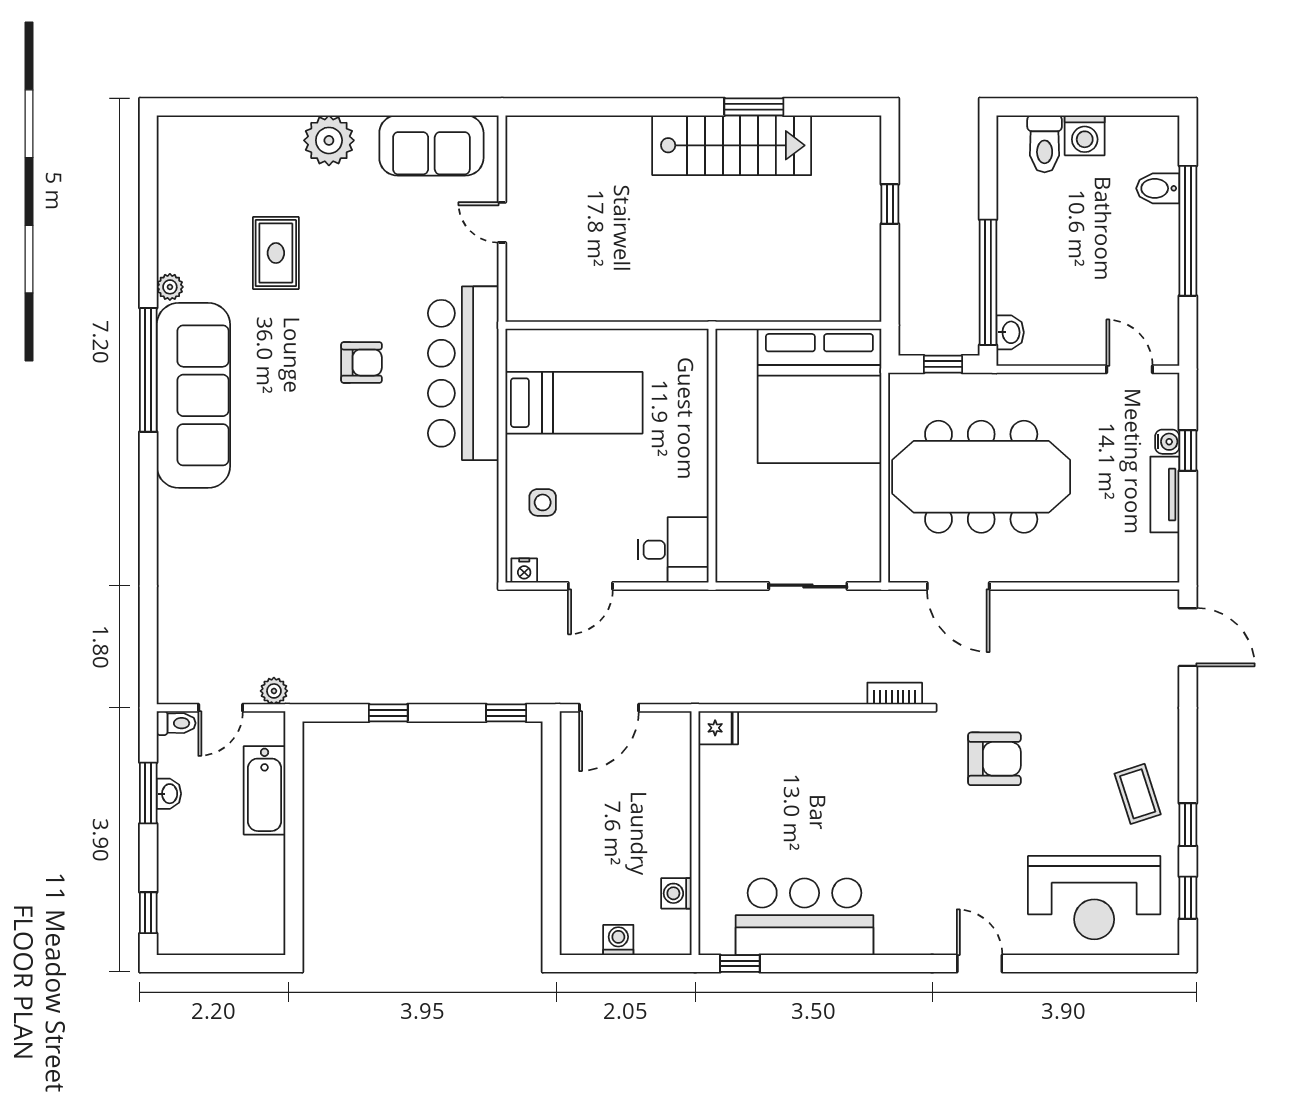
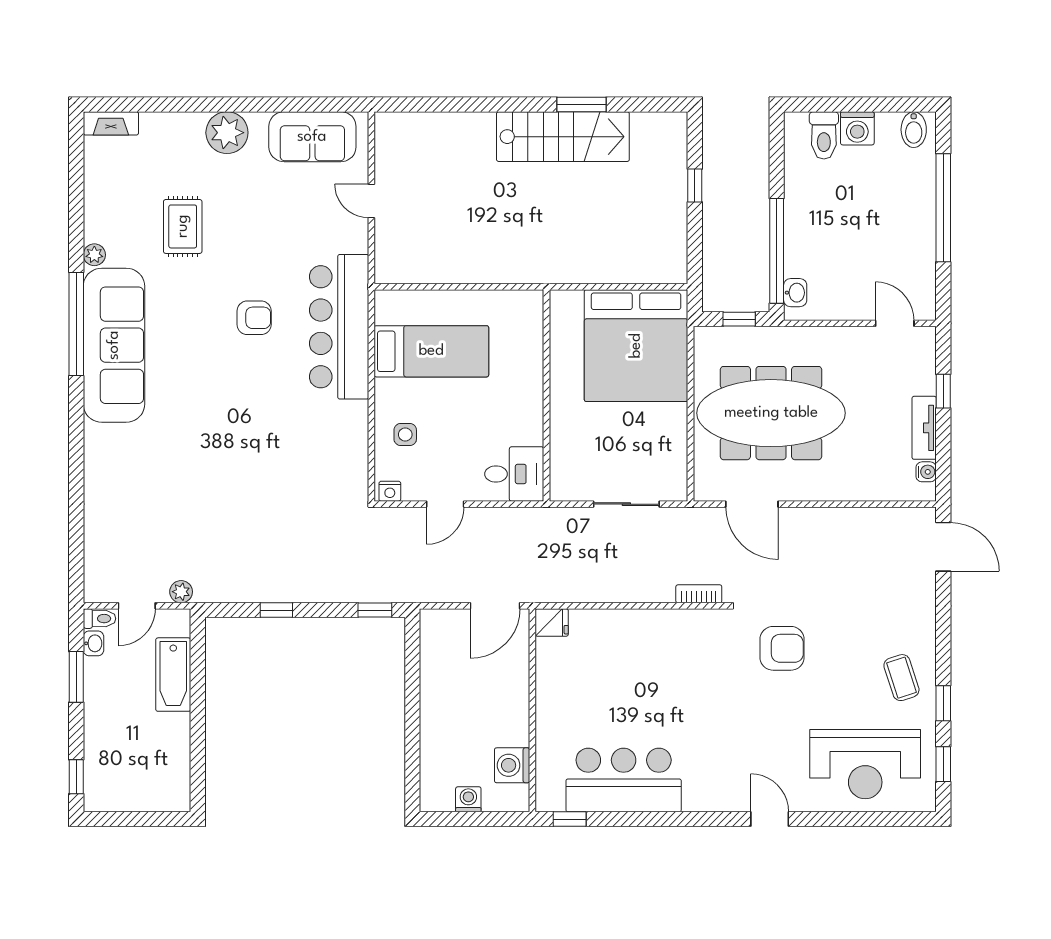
fireplace: (190, 129) -> (111, 123), added
bidet: (1158, 188) -> (914, 130), moved, turned -90
water cooler: (1167, 442) -> (926, 472), moved
door: (609, 708) -> (495, 606), moved
washbasin: (169, 794) -> (93, 643), moved
washing machine: (676, 893) -> (512, 765), width x1.38, depth x1.38

